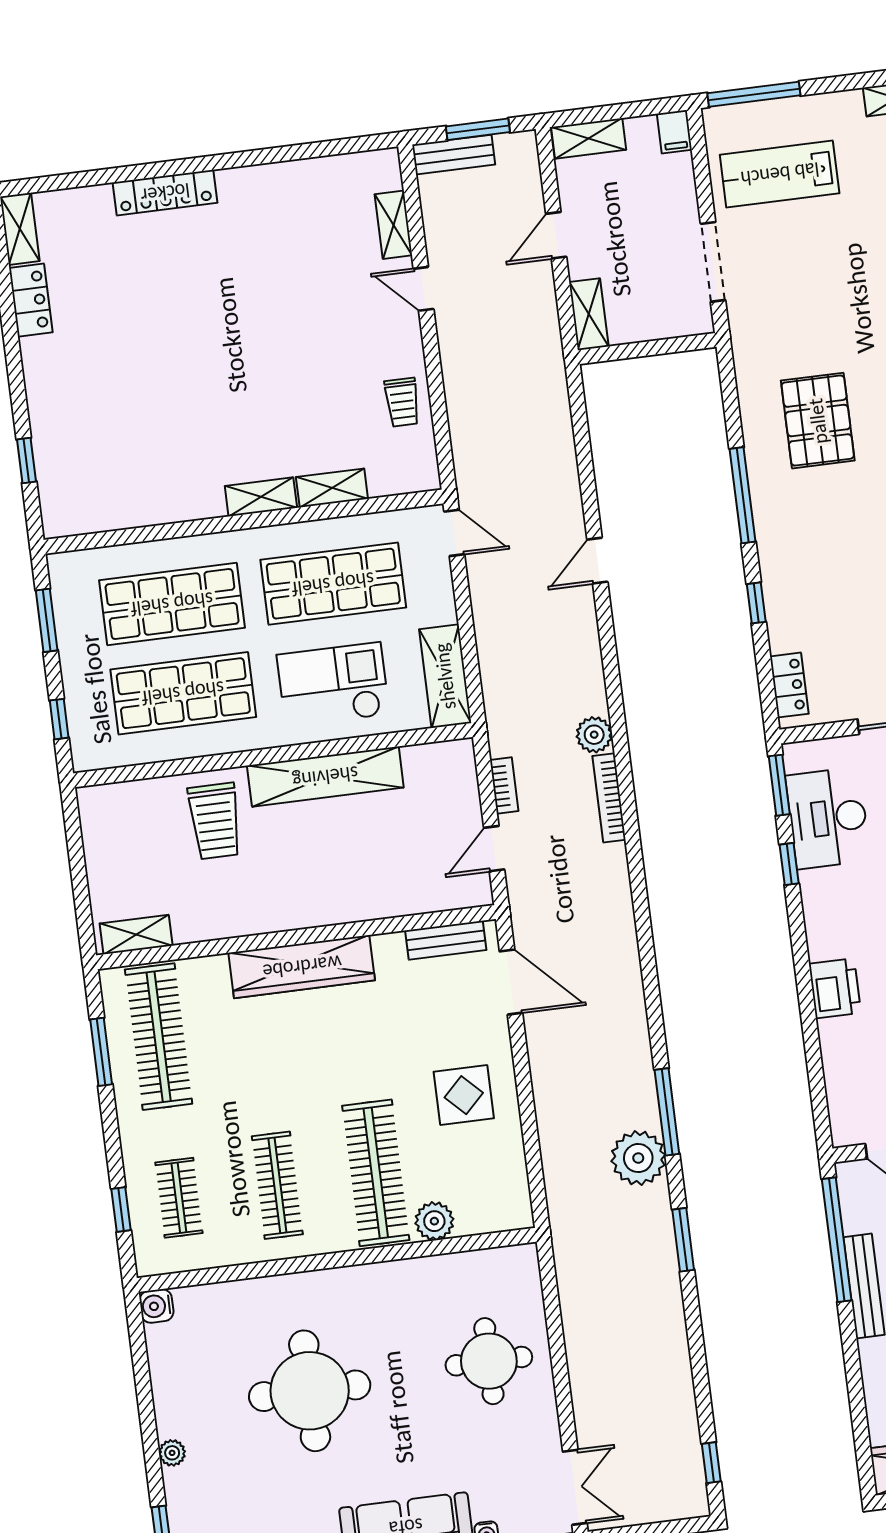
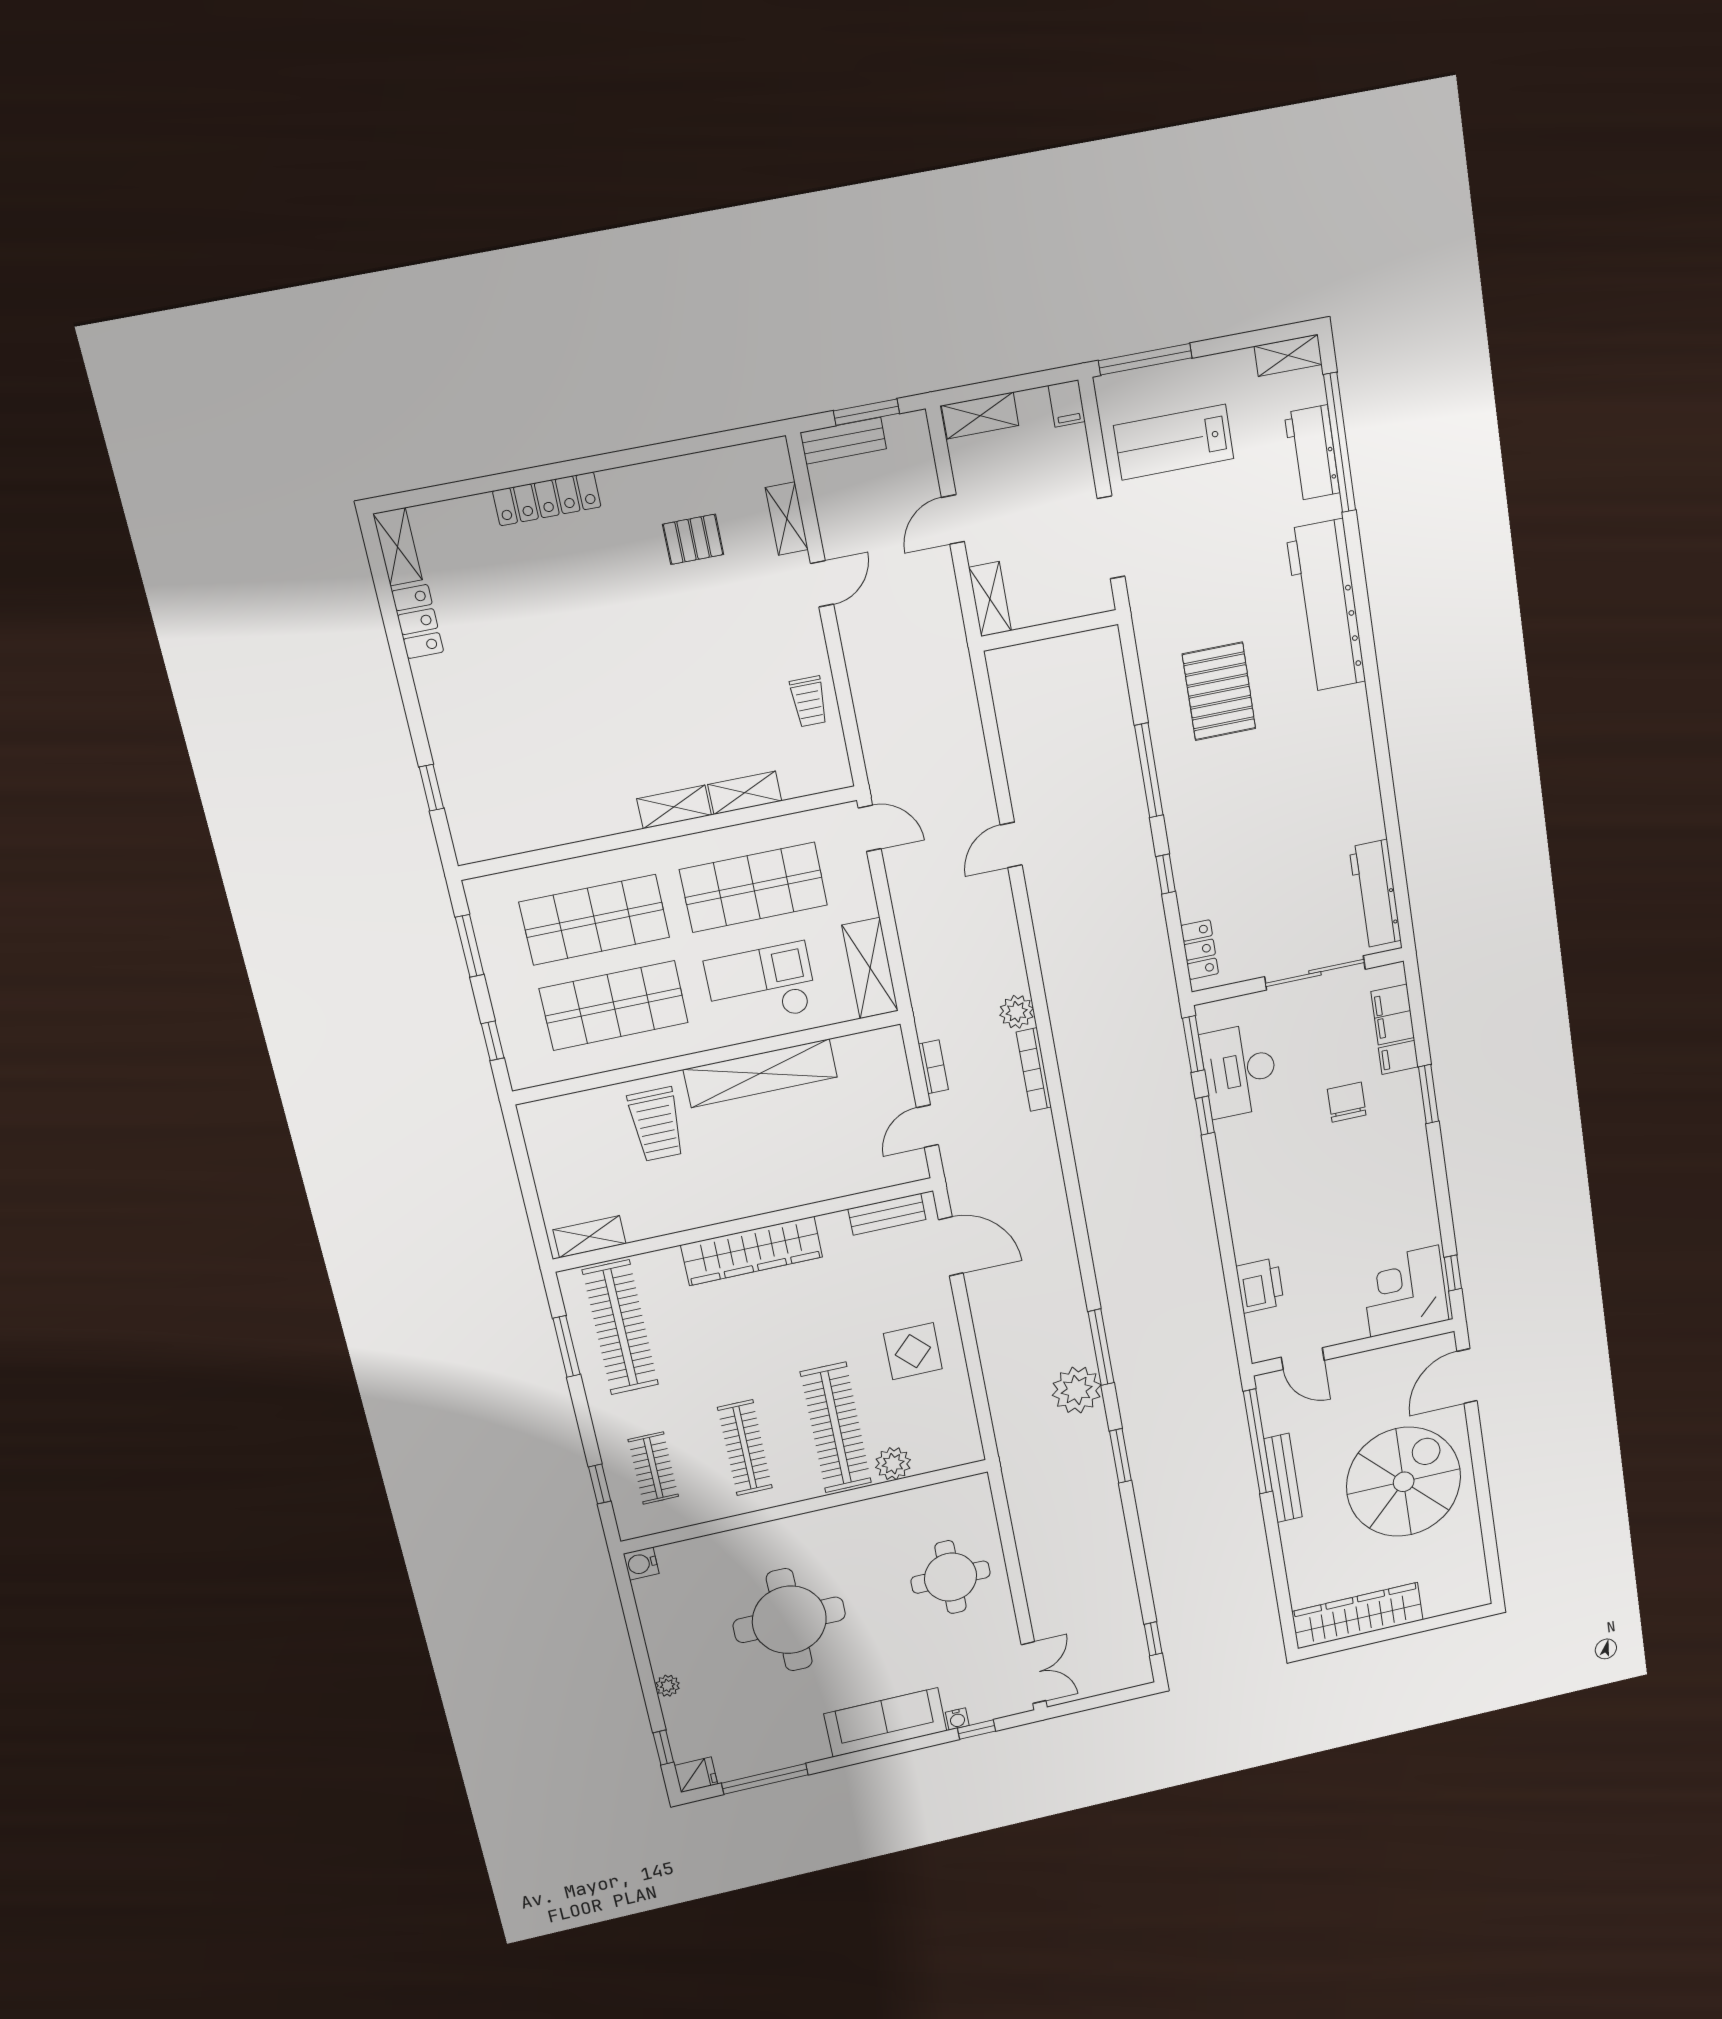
pallet: (301, 239) -> (693, 539), added
door: (423, 289) -> (822, 584), swing flipped
printer: (835, 988) -> (1260, 1285), moved

